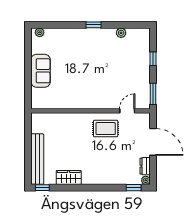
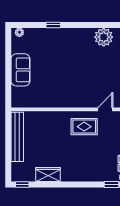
window: (94, 25) -> (53, 25), moved
plant: (121, 33) -> (104, 37), width x1.88, depth x1.88
bench: (37, 159) -> (17, 137), moved

